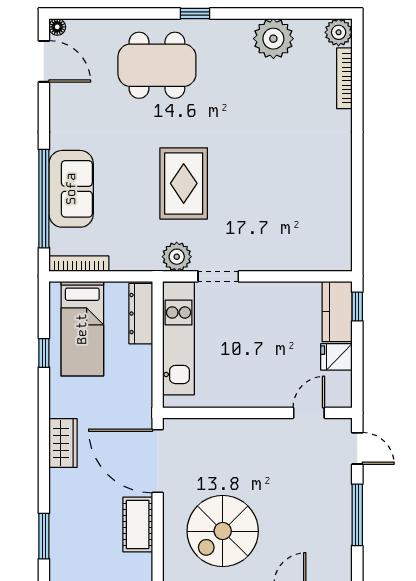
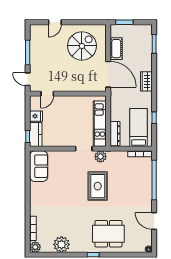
door: (44, 61) -> (154, 221), moved
sofa: (71, 189) -> (39, 166), moved, turned 180

